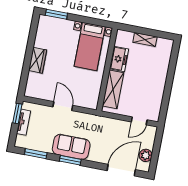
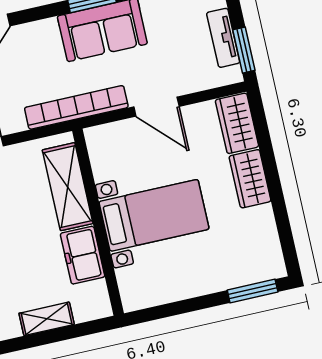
bed with nightstands: (90, 47) -> (154, 215), moved, turned 90
wardrobe: (33, 85) -> (237, 123), added
bookcase: (95, 120) -> (76, 107), added

